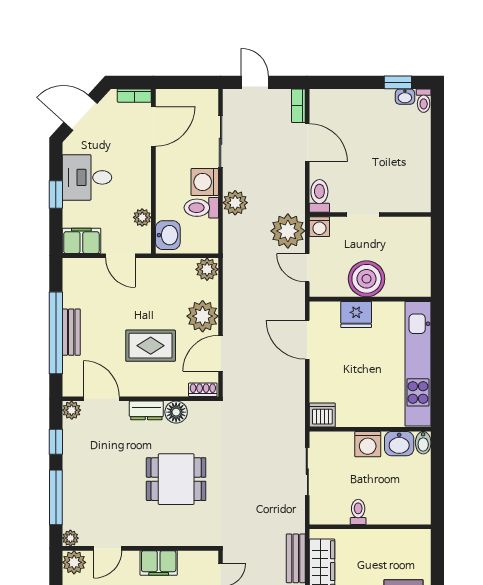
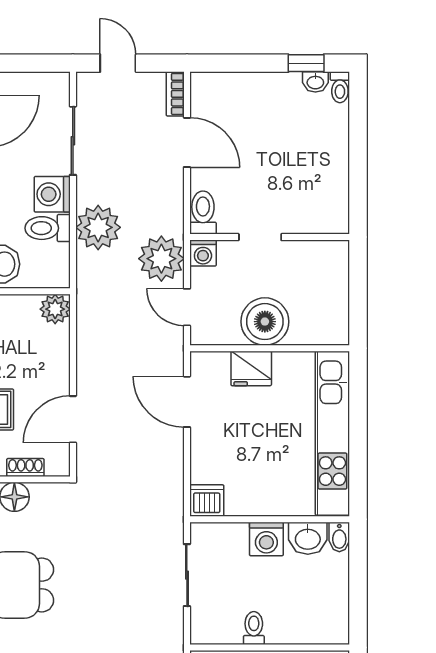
plant: (235, 203) -> (98, 227), width x1.36, depth x1.36
plant: (203, 316) -> (49, 371), removed
shoe rack: (203, 390) -> (25, 467), moved

